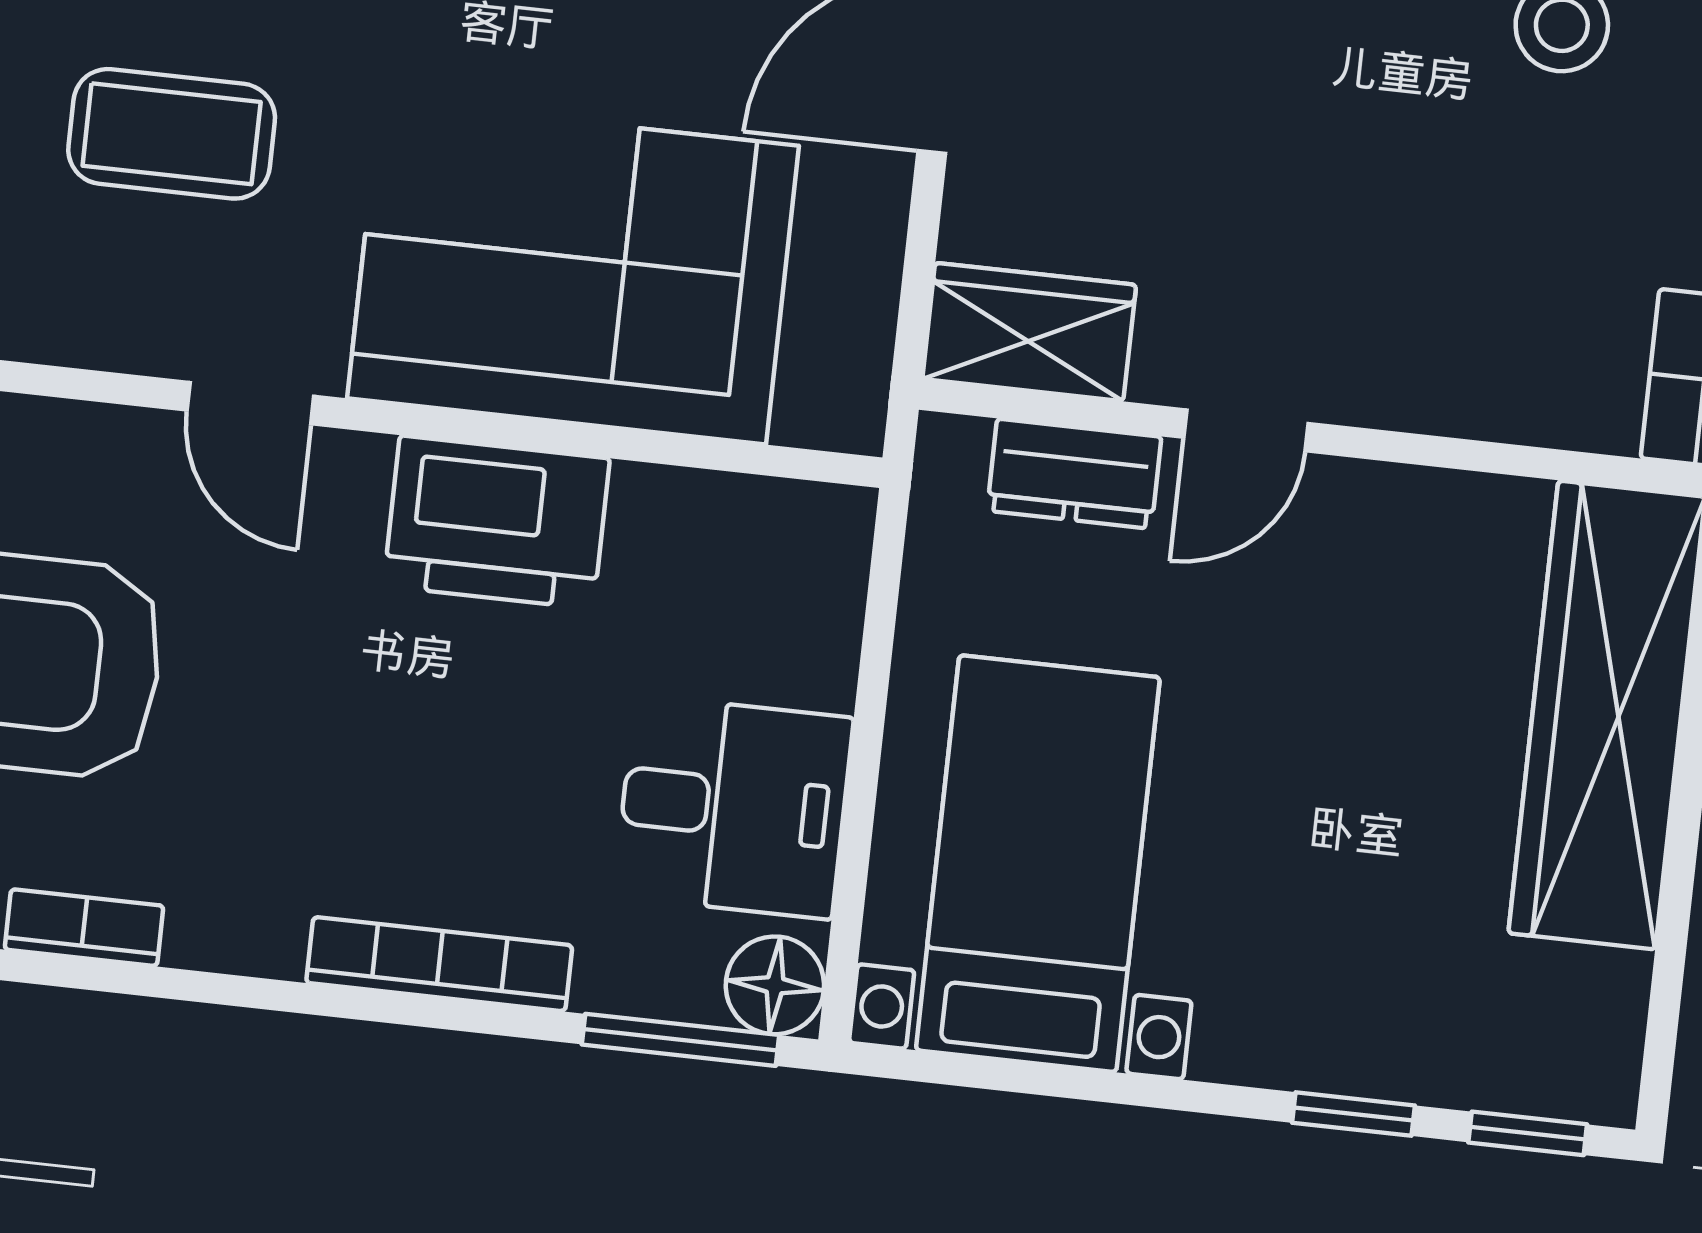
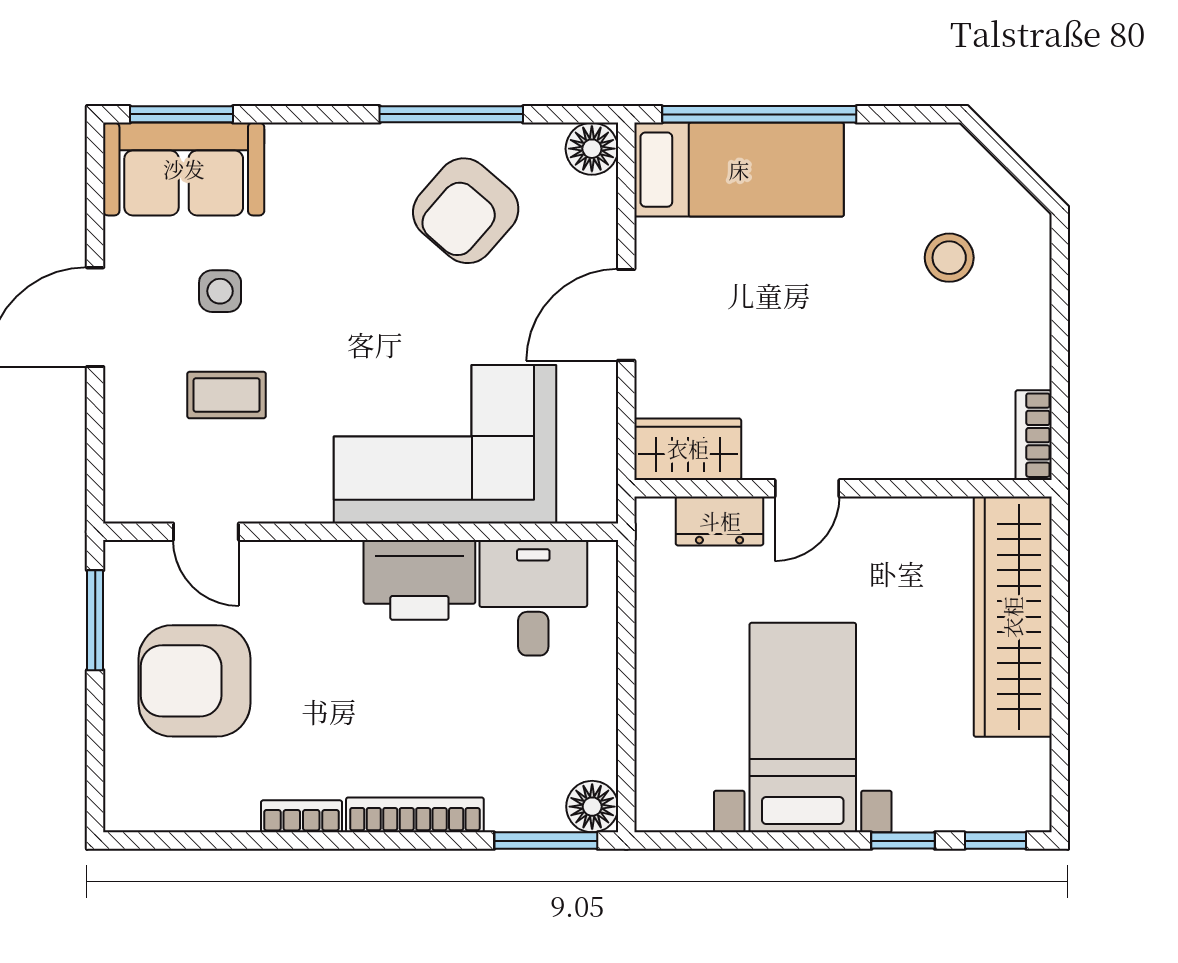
coffee table: (172, 134) -> (227, 395), width x0.73, depth x0.77
door: (250, 403) -> (206, 532), moved
desk: (733, 807) -> (533, 598), moved, turned -90
bed with nightstands: (1038, 864) -> (803, 728), moved
bookcase: (84, 928) -> (302, 816), moved

